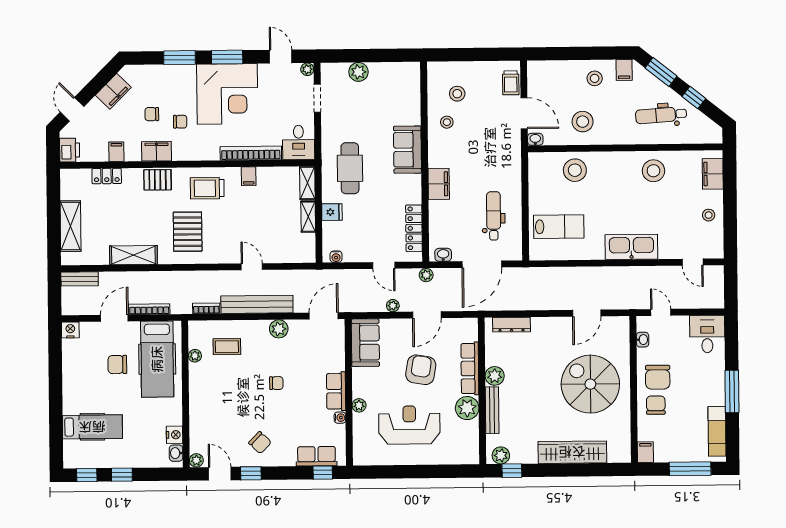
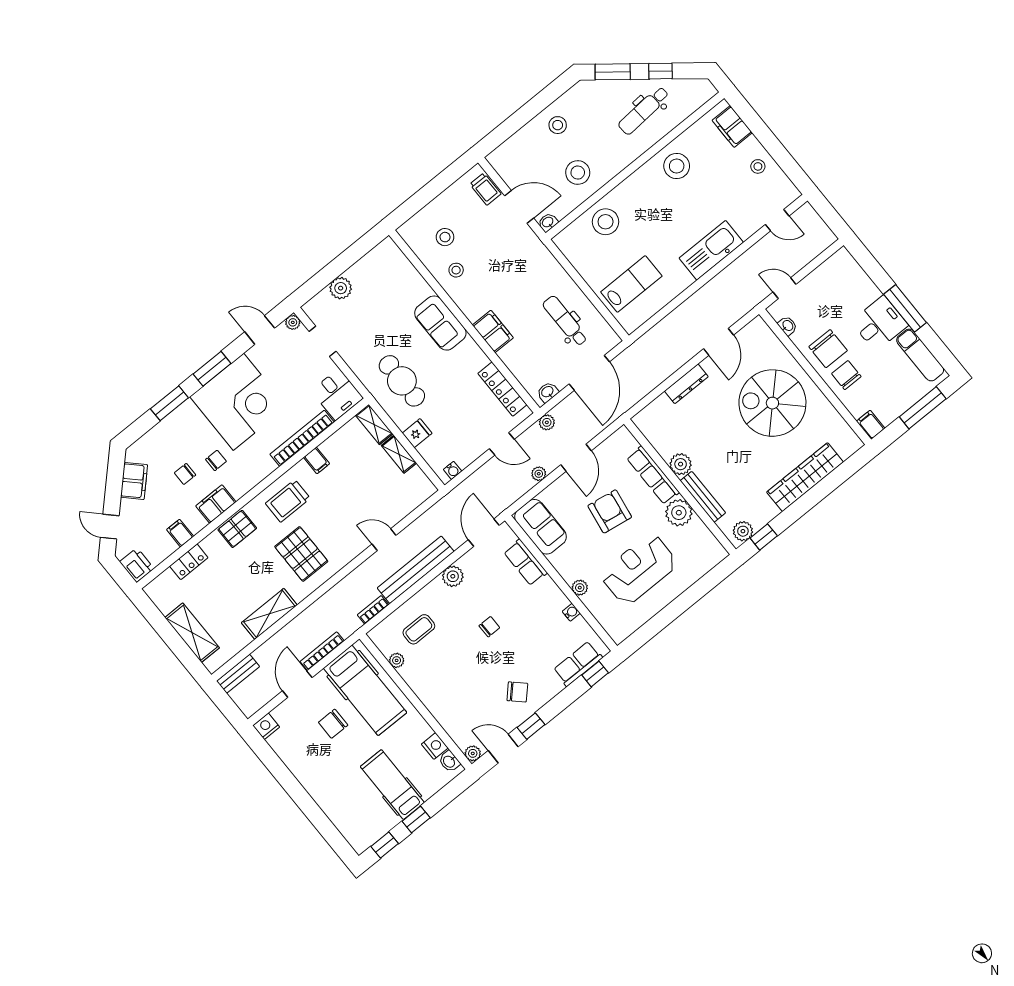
filing cabinet: (624, 70) -> (578, 96), removed
dresser: (511, 325) -> (686, 384), moved
desk: (707, 334) -> (880, 323), moved, turned 90
row of seats: (336, 391) -> (525, 562), moved
hospital bed: (92, 427) -> (392, 785), moved, turned -90

